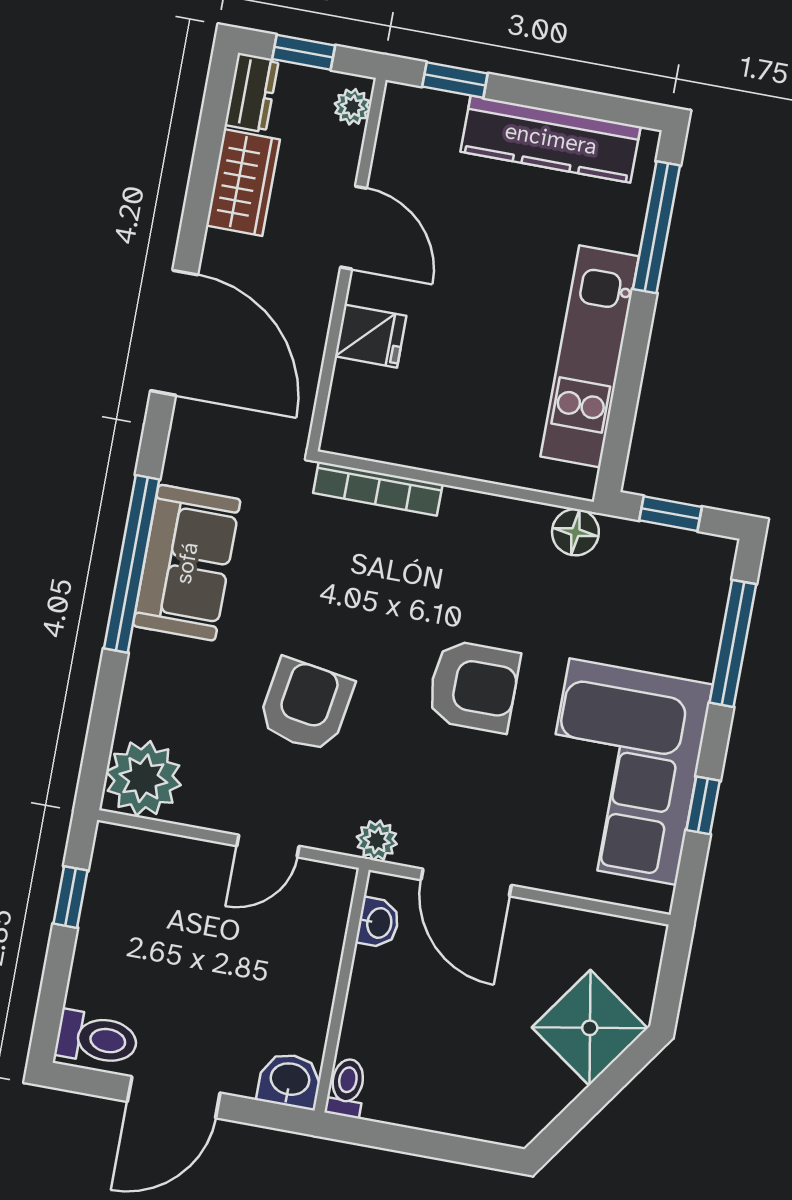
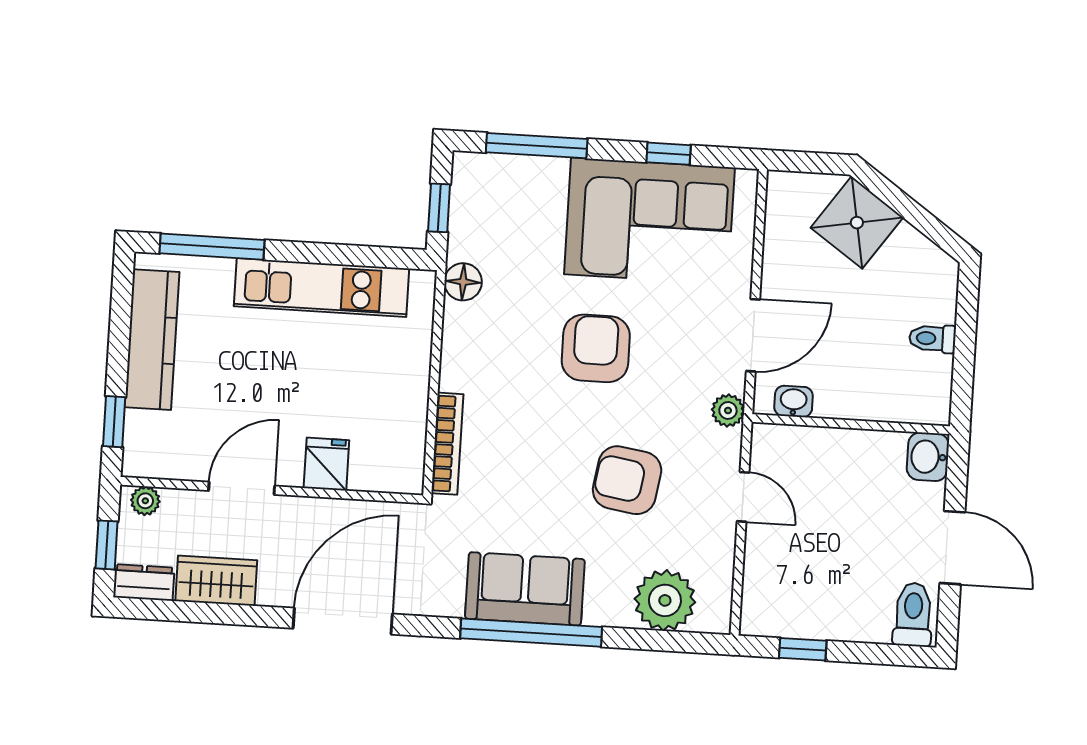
plant: (143, 778) -> (665, 600), moved
toilet: (346, 1088) -> (932, 339), moved

